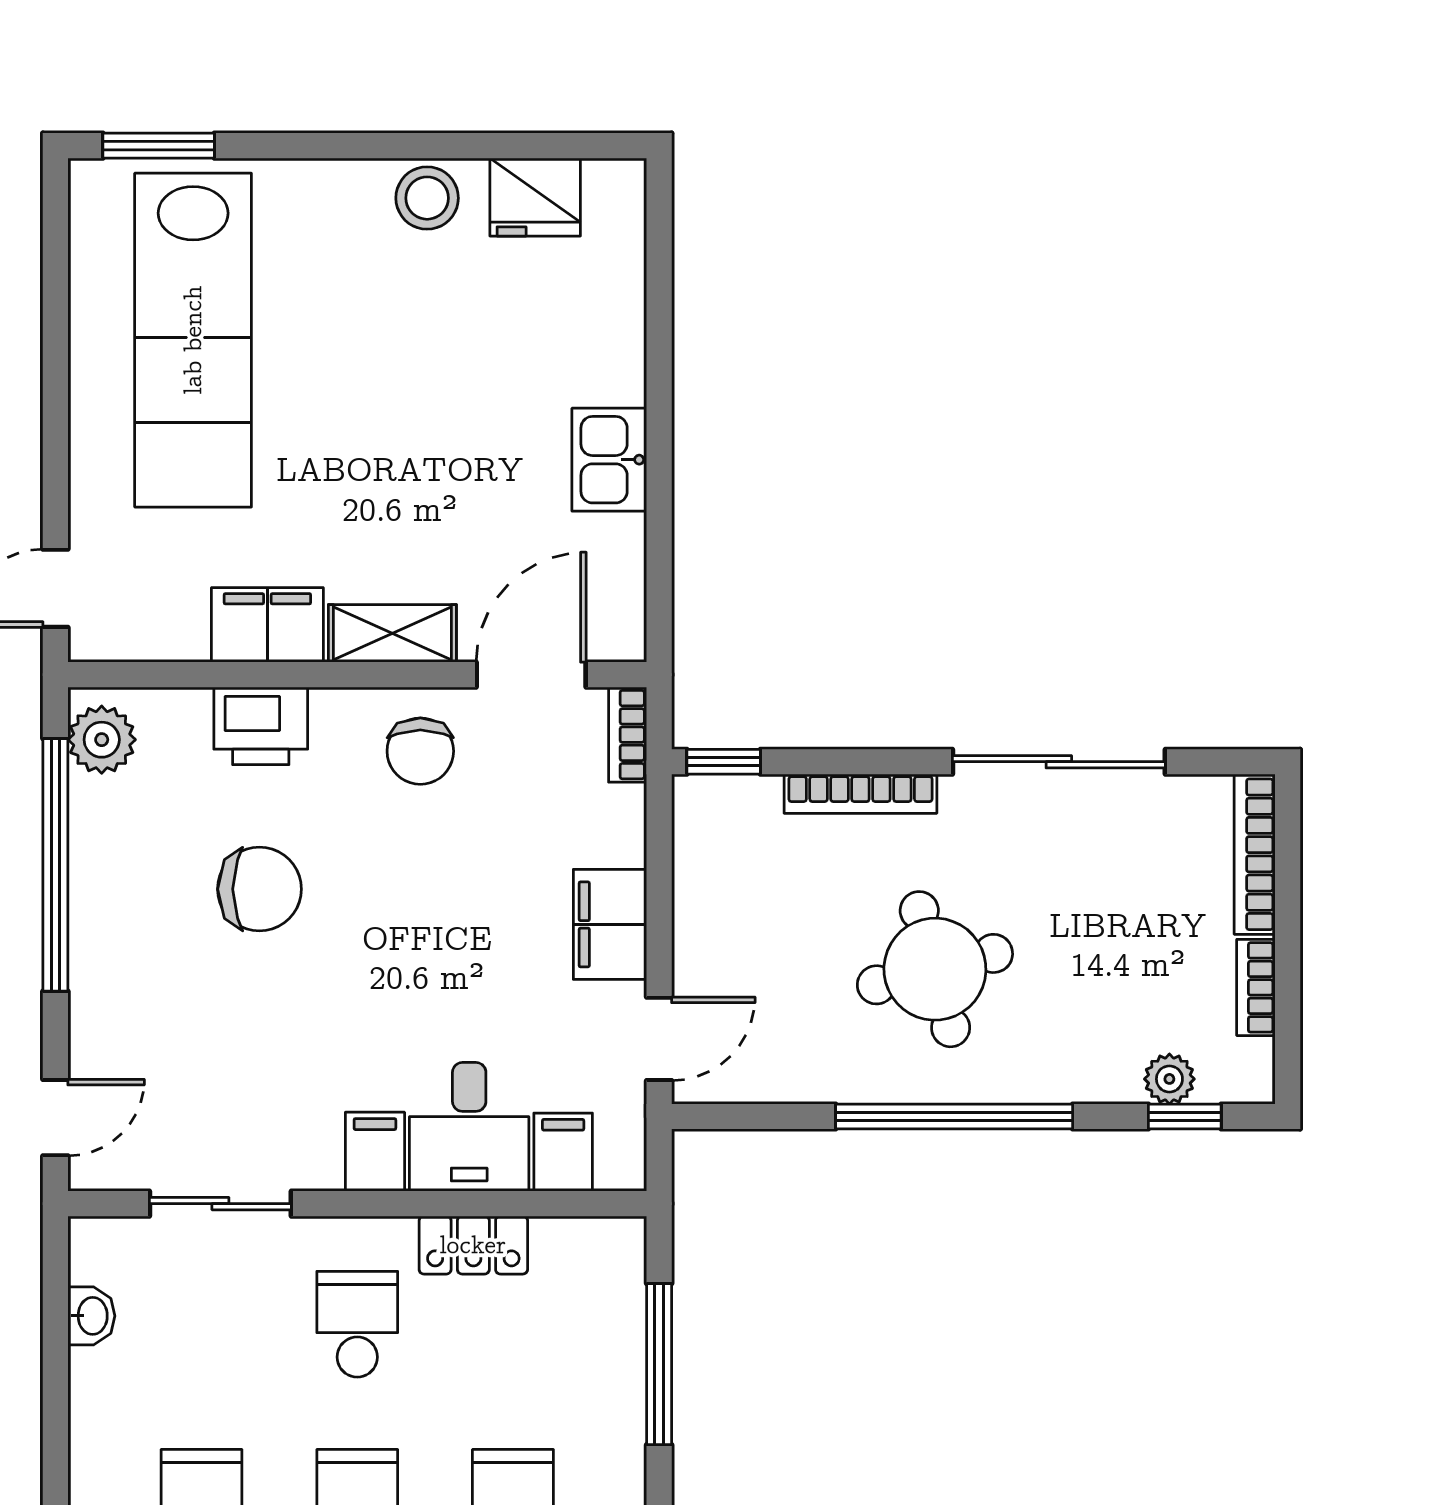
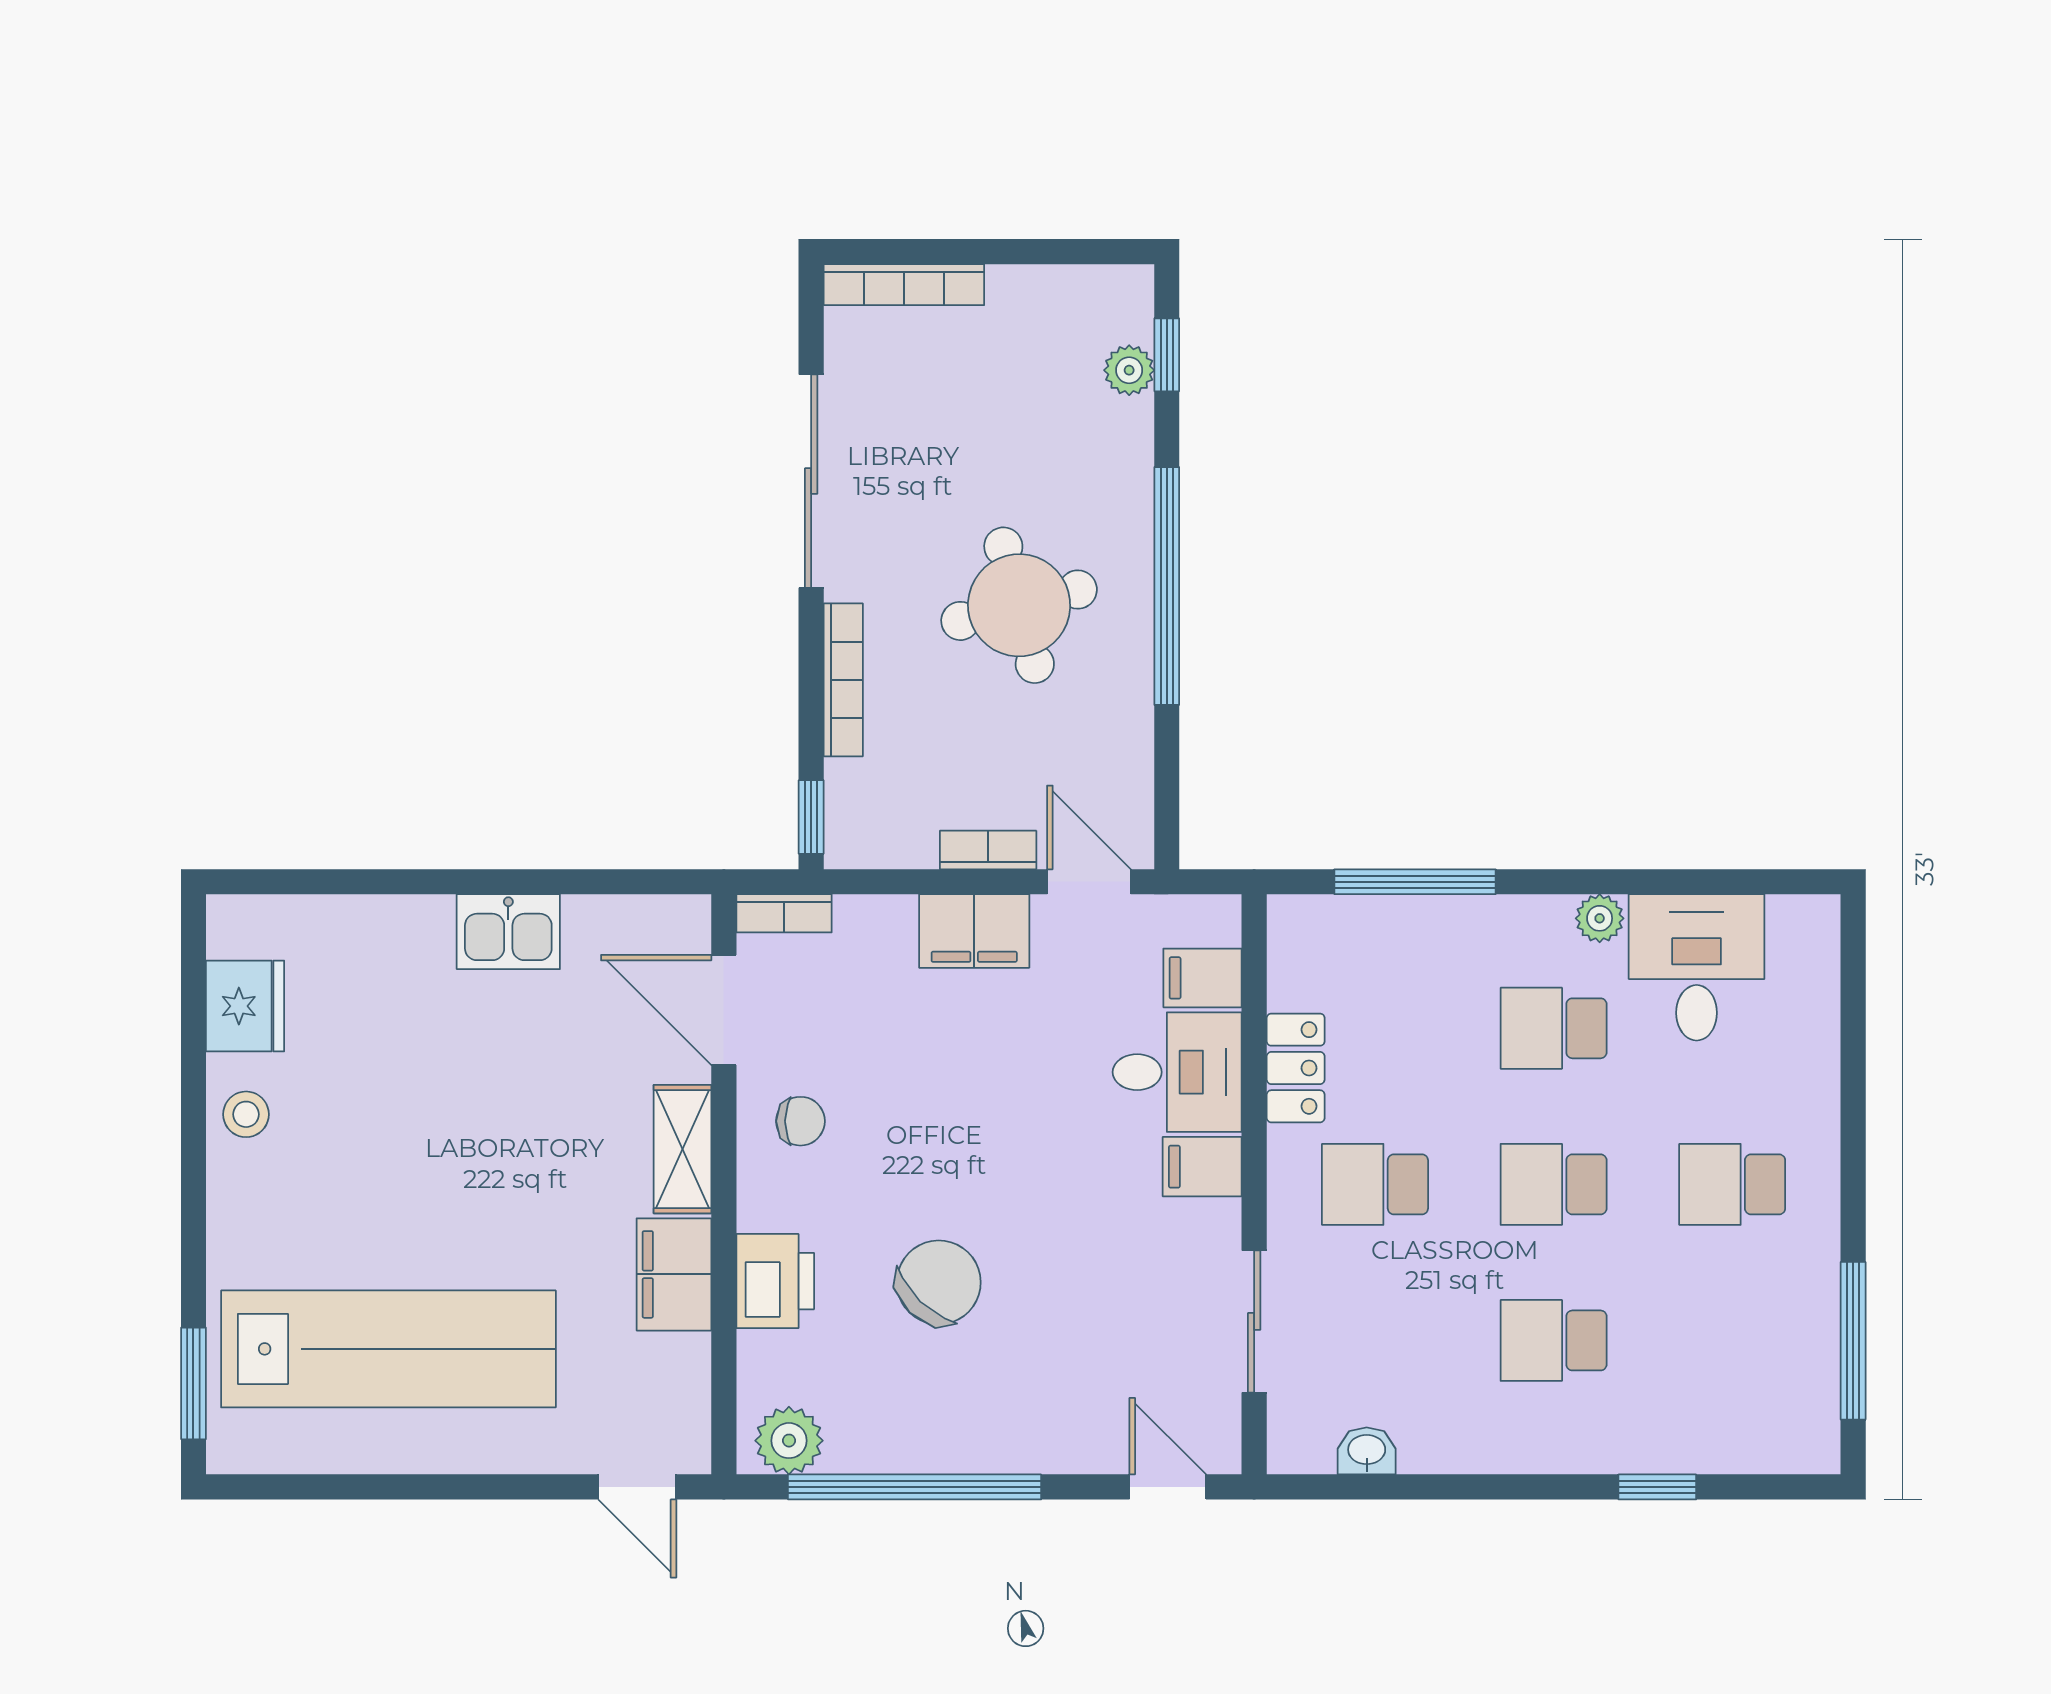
stool: (427, 198) -> (246, 1114), width x0.73, depth x0.73
chair: (420, 751) -> (800, 1121), width x0.73, depth x0.73
chair: (259, 889) -> (939, 1282), turned 44
bookcase: (1256, 987) -> (988, 850), moved, turned 180

